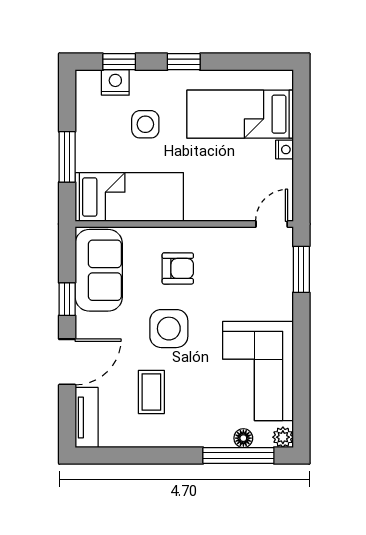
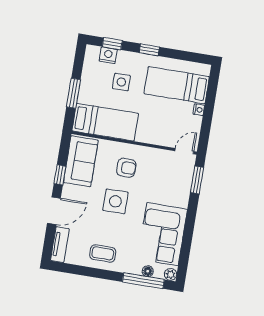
coffee table: (151, 392) -> (103, 253), moved, turned 90

